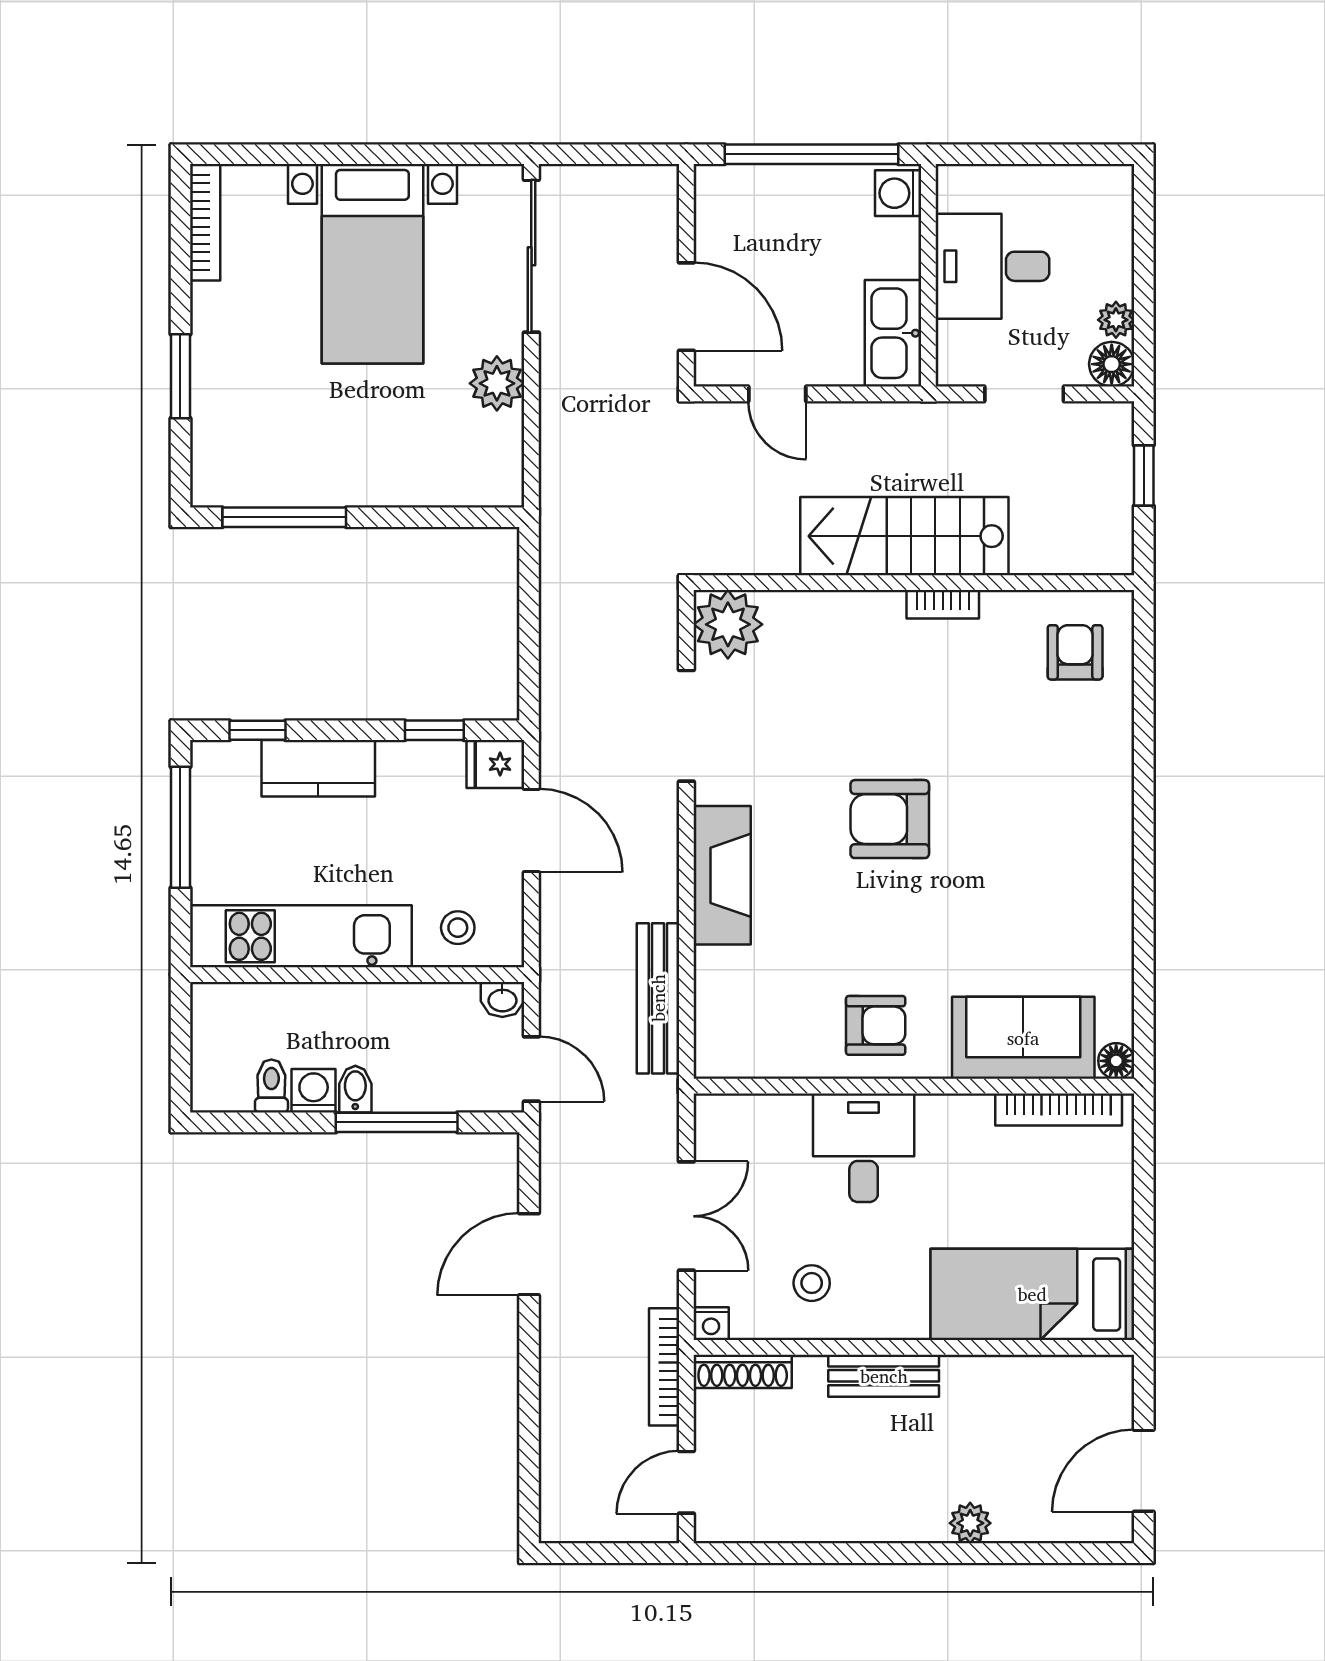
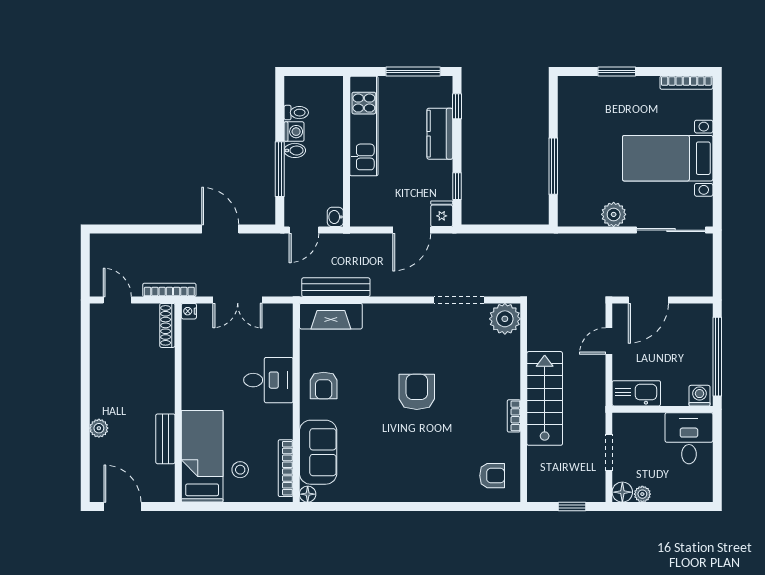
desk: (992, 266) -> (689, 438), moved
window: (284, 517) -> (553, 166), moved
fireplace: (722, 875) -> (331, 316), moved
stool: (458, 928) -> (368, 197), removed
stool: (812, 1283) -> (240, 470), moved
bench: (884, 1376) -> (165, 439), moved

